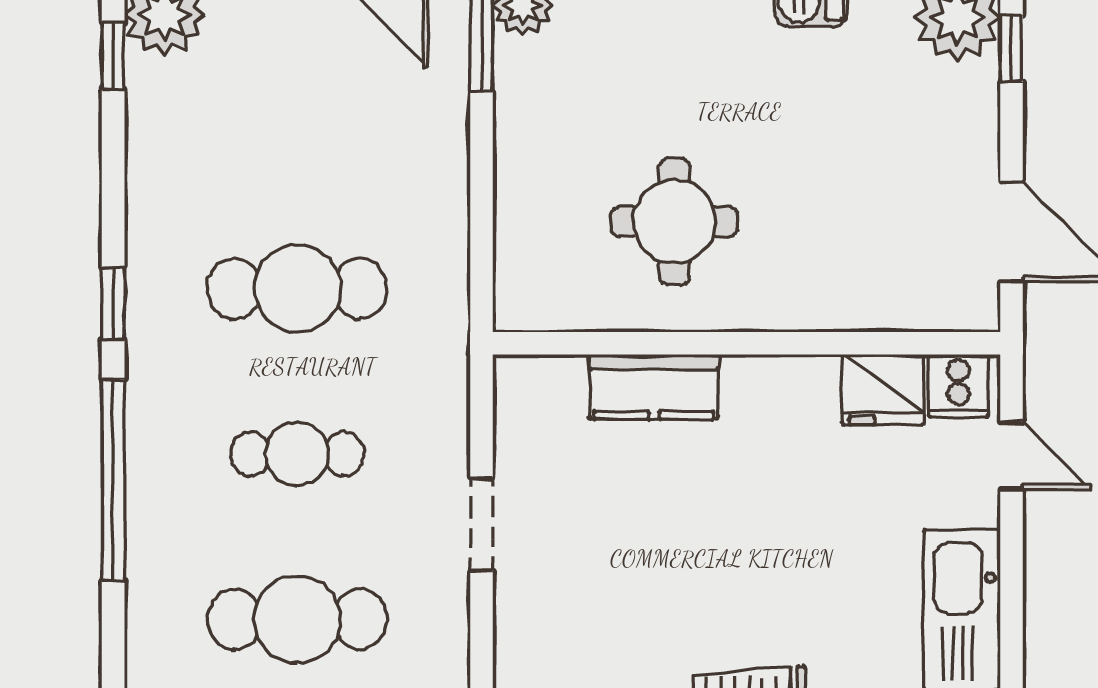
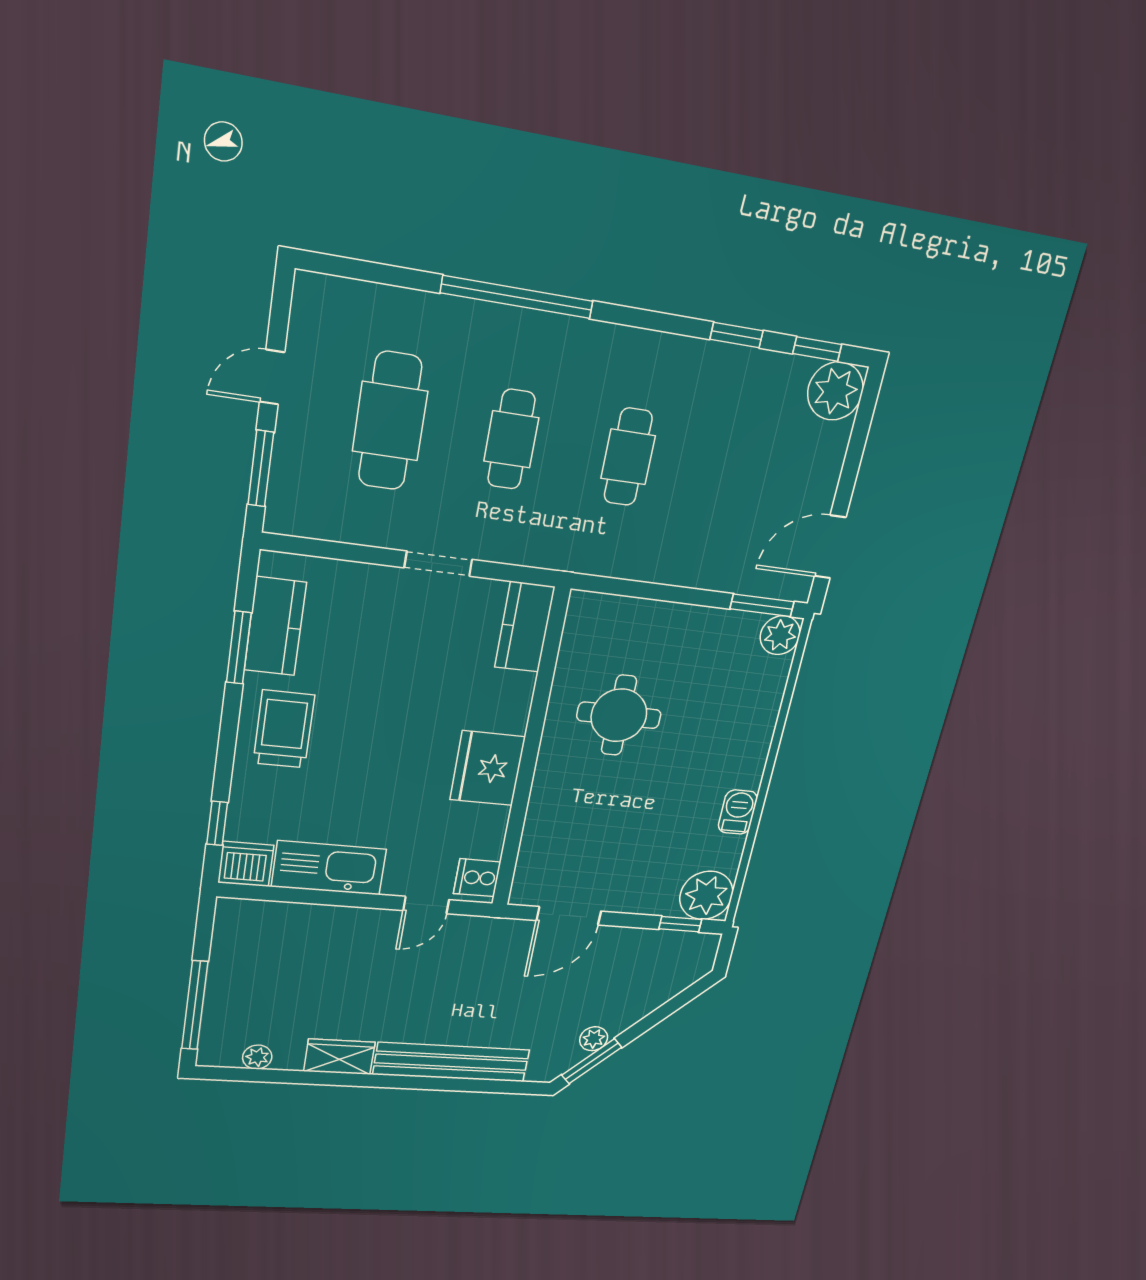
cafe table: (297, 288) -> (628, 457), width x0.73, depth x0.74
window: (113, 303) -> (736, 335), moved
kitchen counter: (654, 387) -> (525, 627), moved
fridge: (883, 390) -> (488, 768), moved, width x1.36, depth x1.34

